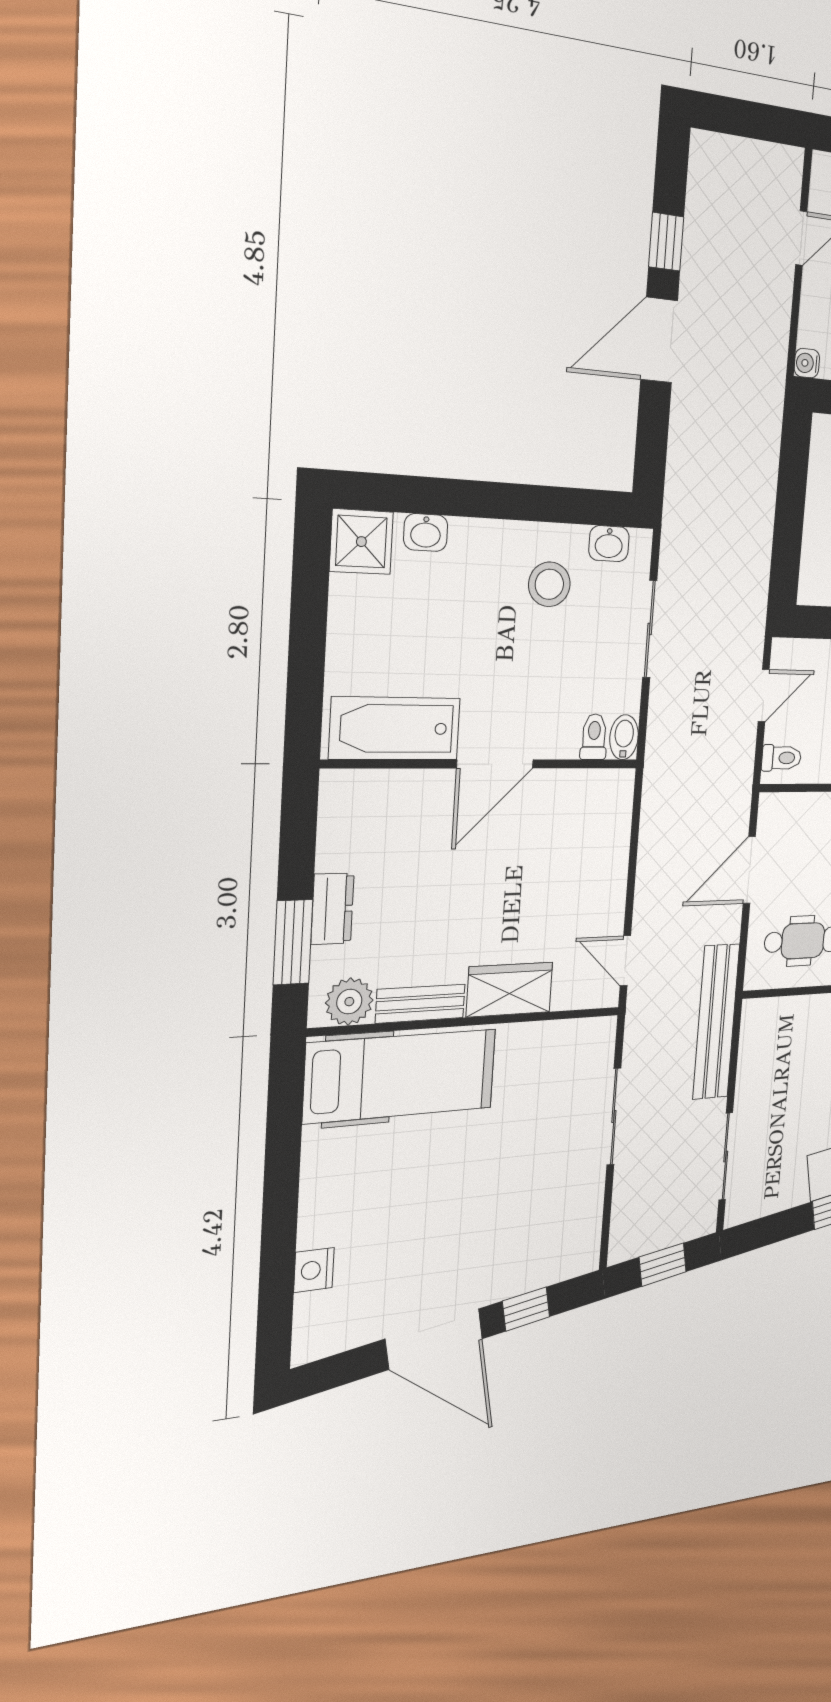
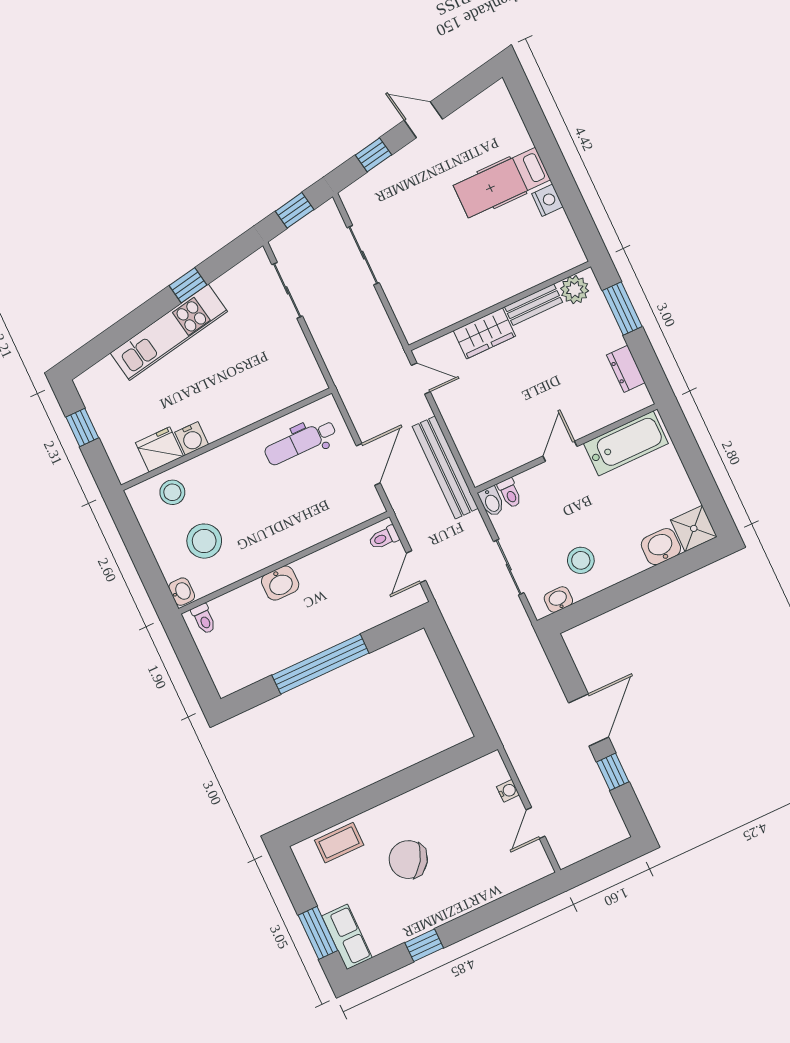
water cooler: (807, 363) -> (508, 791), moved
washbasin: (426, 532) -> (661, 547), width x1.38, depth x1.45
door: (495, 764) -> (560, 451), width x0.73
dresser: (332, 909) -> (626, 369), moved
bench: (716, 1022) -> (445, 467), moved
hospital bed: (401, 1076) -> (502, 183), moved, width x0.73, depth x0.78
sliding door: (614, 1116) -> (363, 255), moved
nightstand: (314, 1270) -> (547, 200), moved
door: (434, 1339) -> (423, 120), width x0.53

